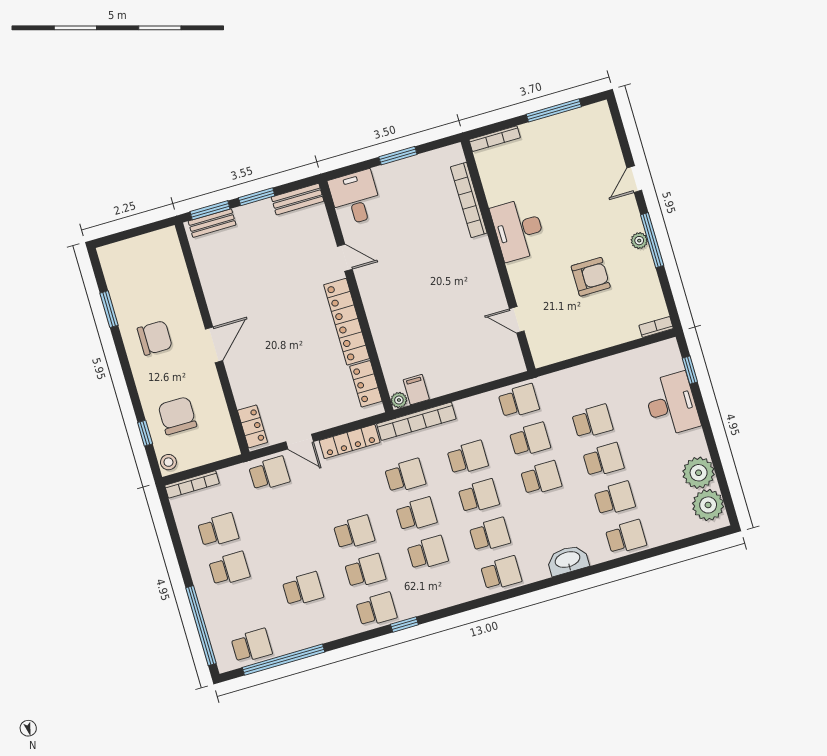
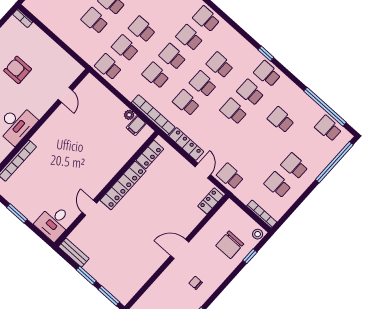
bench: (212, 223) -> (115, 290), removed
chair: (155, 338) -> (196, 283), width x0.54, depth x0.54
plant: (399, 400) -> (129, 115), moved

